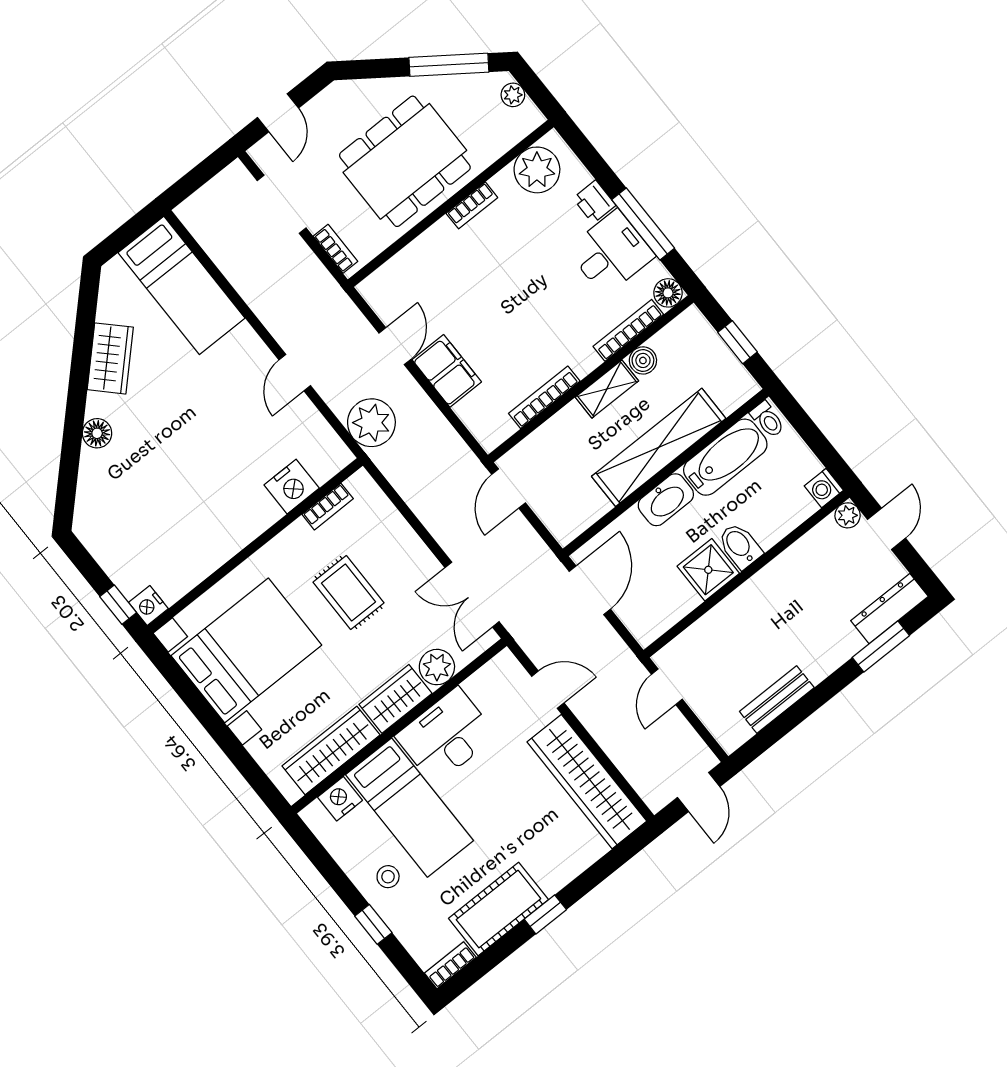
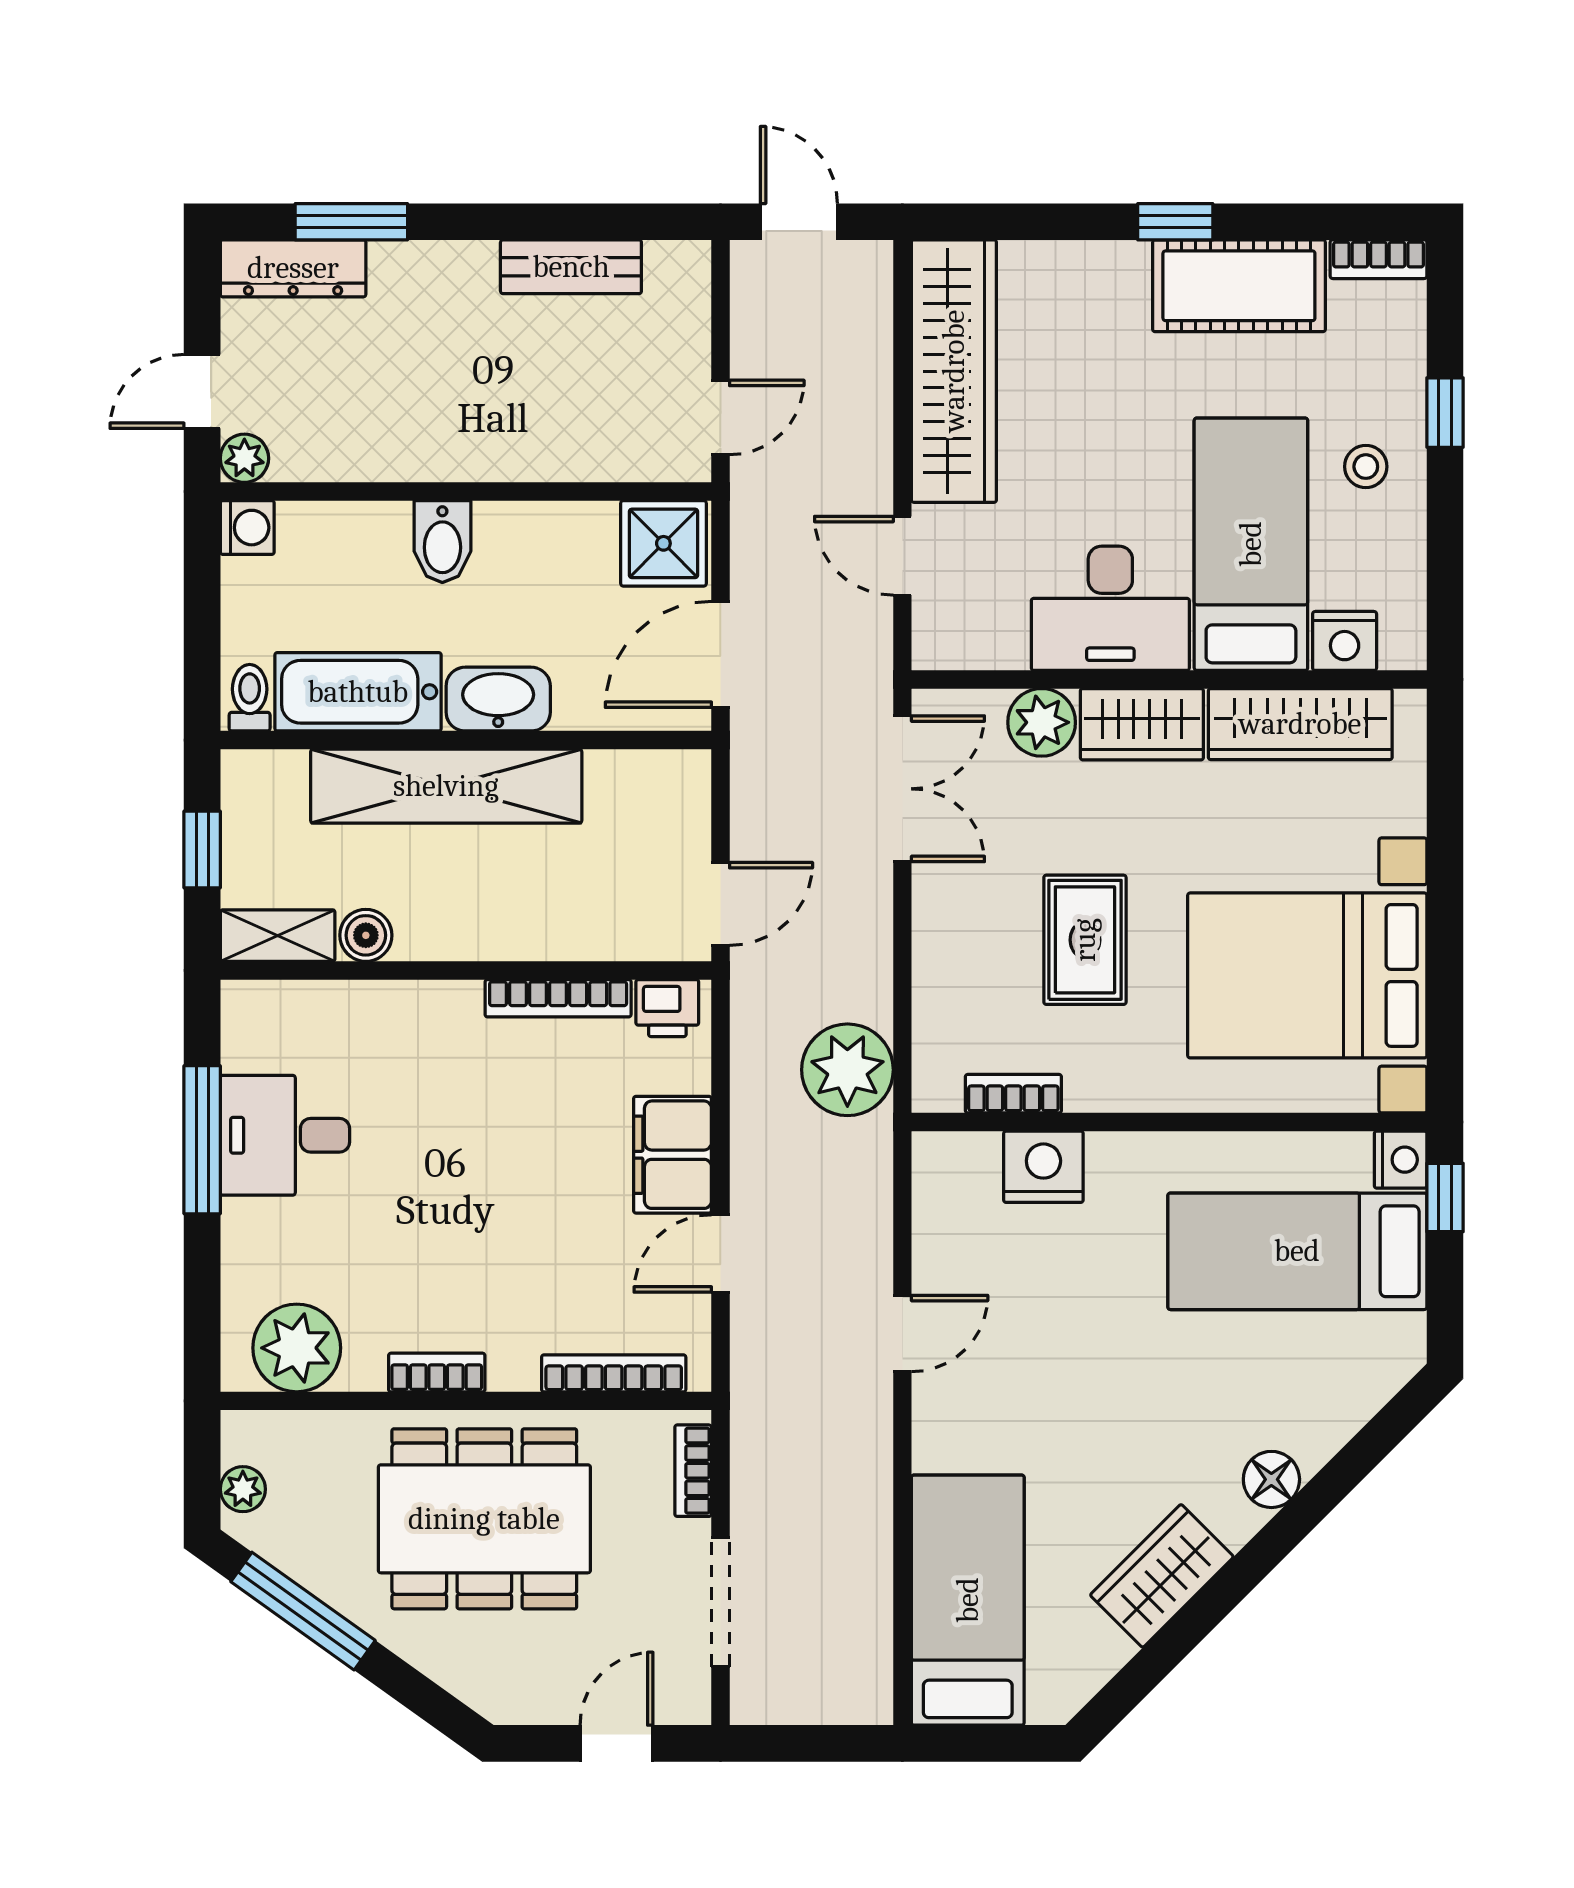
printer: (594, 202) -> (667, 1008), moved, turned 90
floor lamp: (668, 293) -> (248, 1007), removed
bookcase: (628, 330) -> (614, 1373), moved, turned 180
shelving: (607, 389) -> (278, 936), moved
plant: (371, 423) -> (847, 1070), moved
bed: (161, 535) -> (1297, 1251), added
shower: (708, 570) -> (663, 543), moved
door: (699, 792) -> (799, 222), hinge flipped

